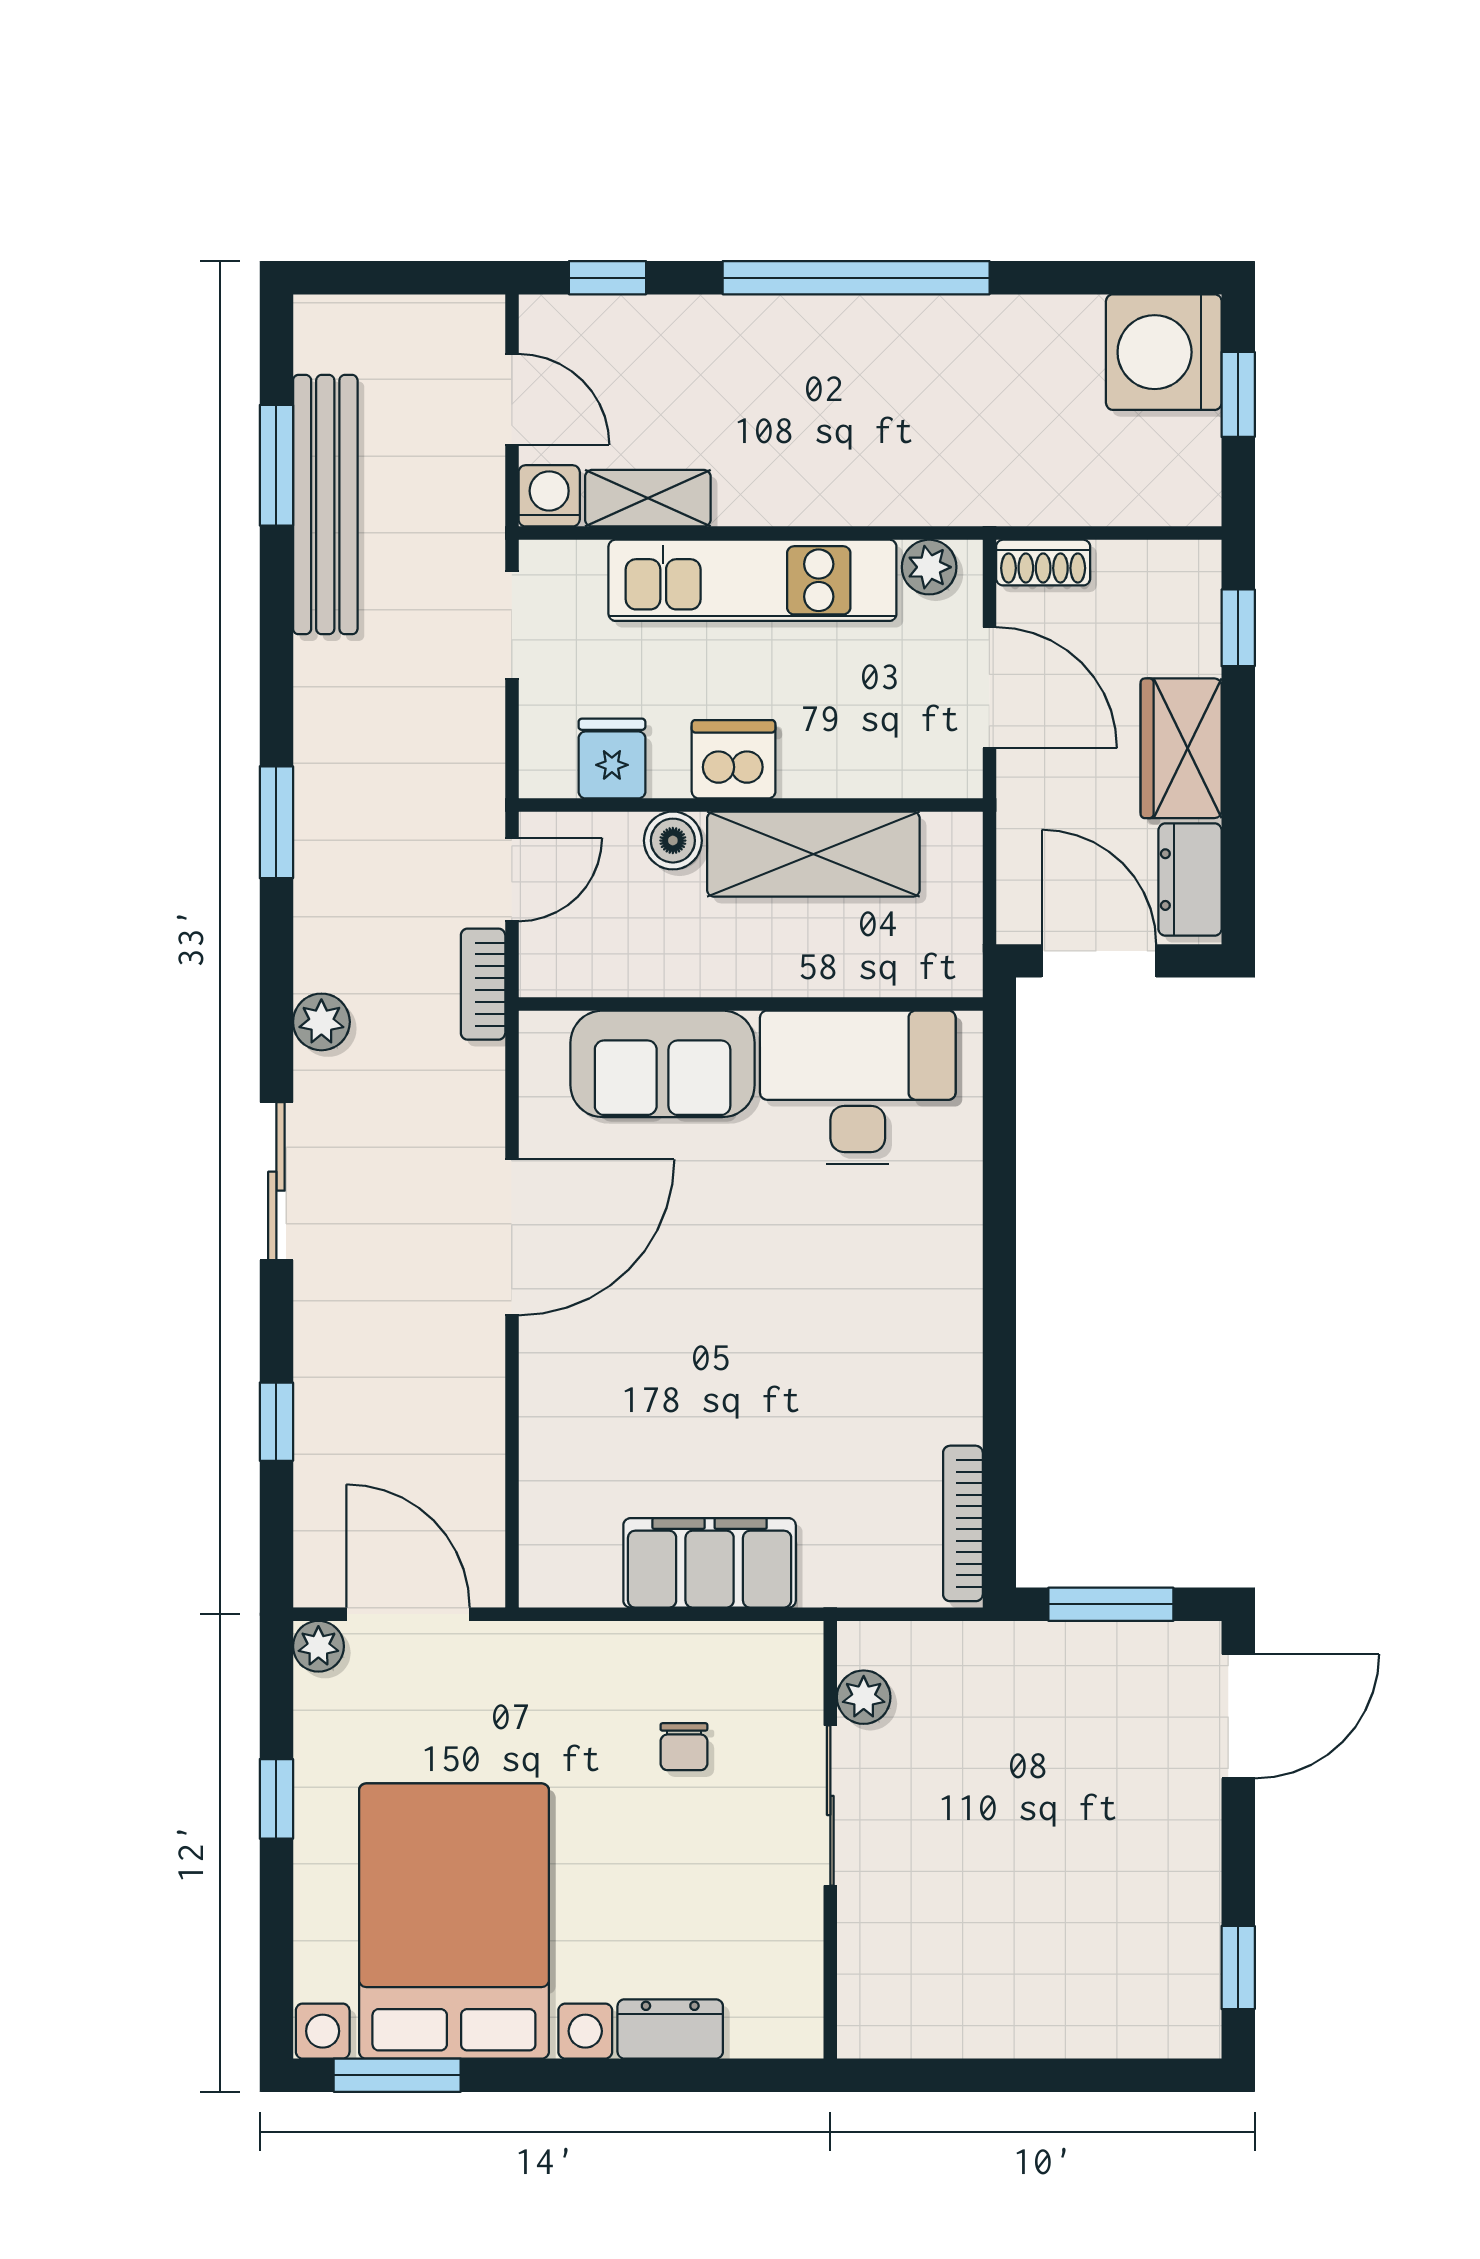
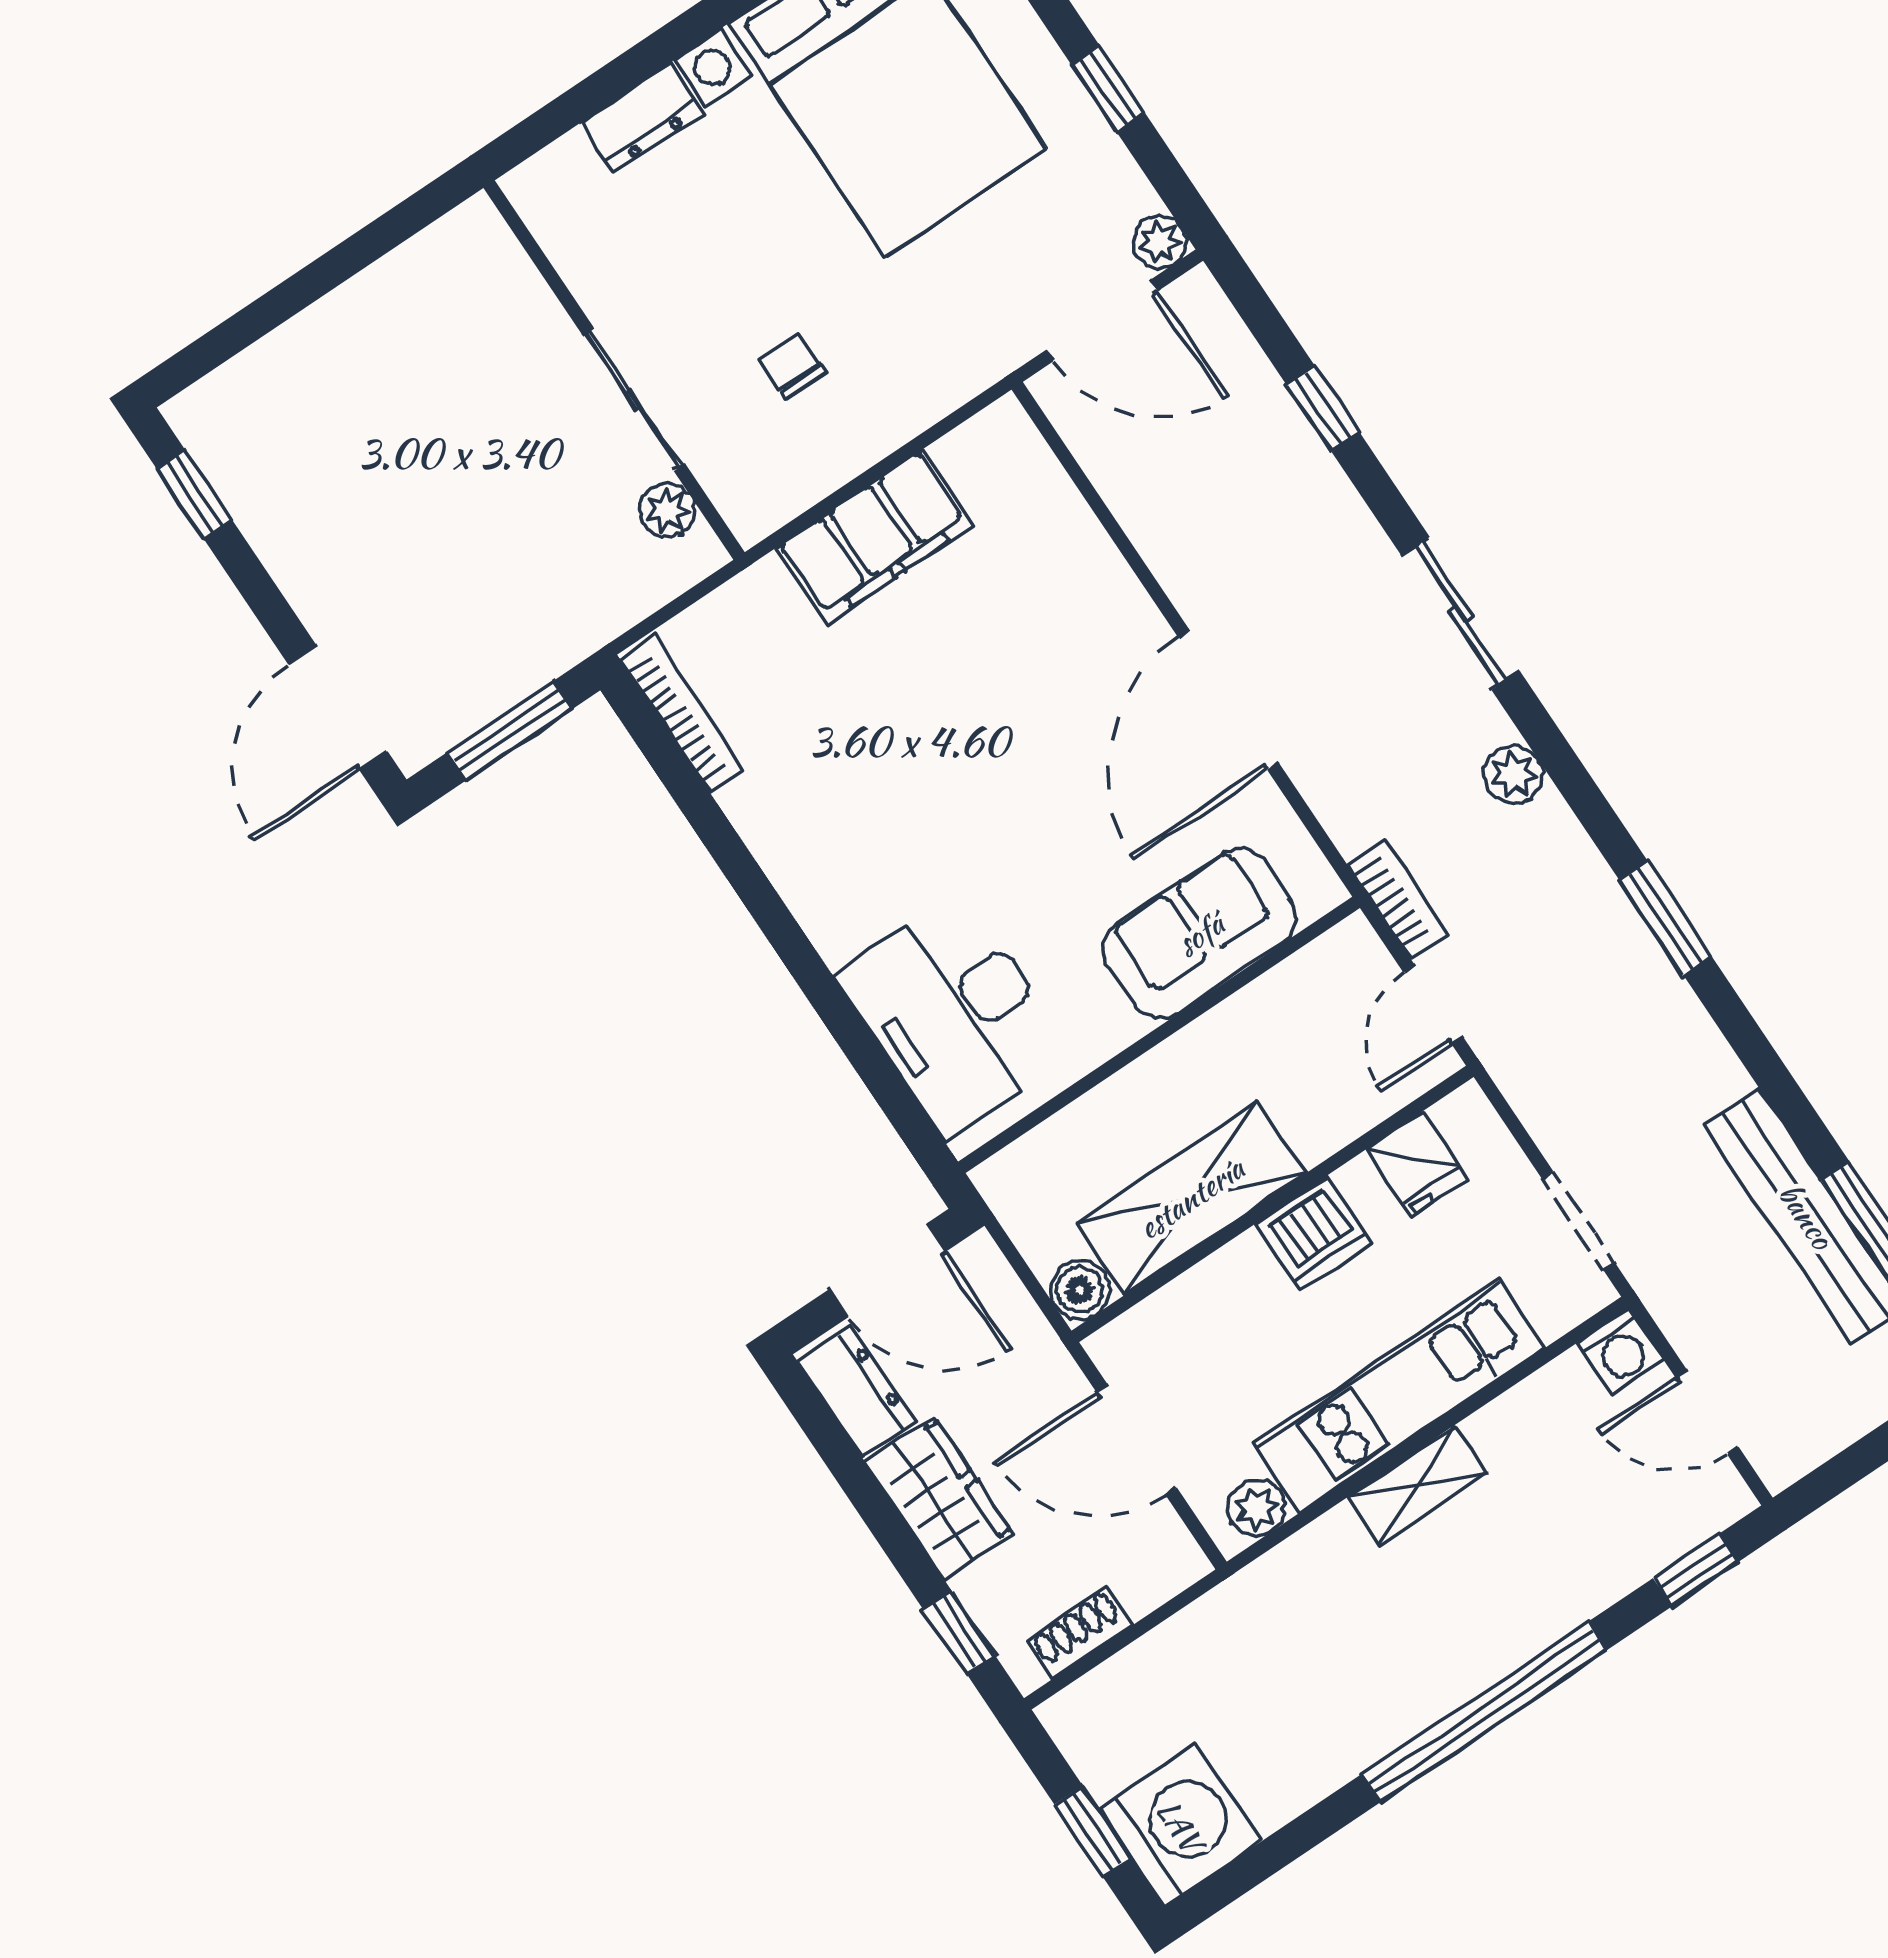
shelving: (648, 498) -> (1418, 1485), moved
shoe rack: (1043, 563) -> (1079, 1633), moved
boiler: (673, 841) -> (1080, 1290), moved
desk: (858, 1087) -> (954, 1014), moved, turned 90

